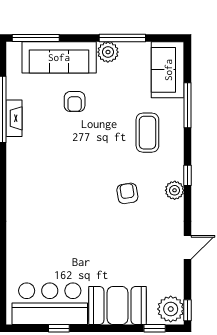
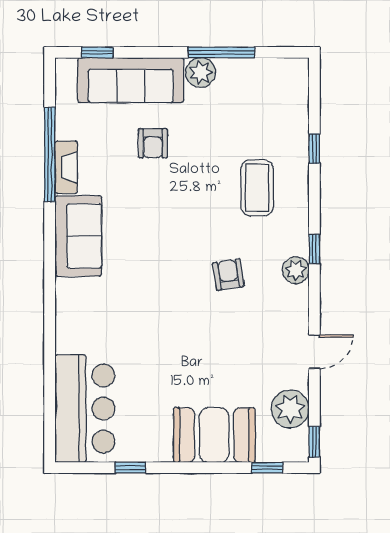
window: (36, 38) -> (97, 52), width x0.46
sofa: (168, 70) -> (78, 236), moved, turned 180
window: (188, 105) -> (314, 149), width x0.46
bar counter: (50, 304) -> (85, 409), moved, turned 90
plant: (171, 309) -> (290, 409), moved

